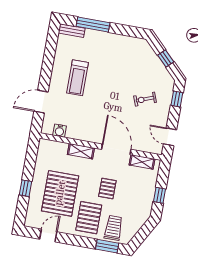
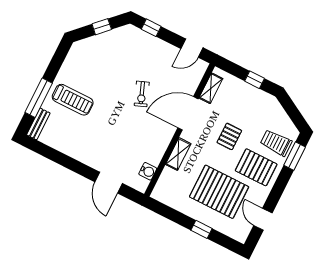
treadmill: (78, 78) -> (73, 100), moved
exercise bike: (145, 99) -> (142, 94), moved
pallet: (107, 188) -> (229, 136), turned 90

